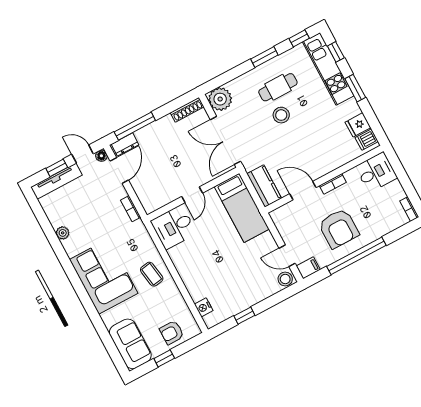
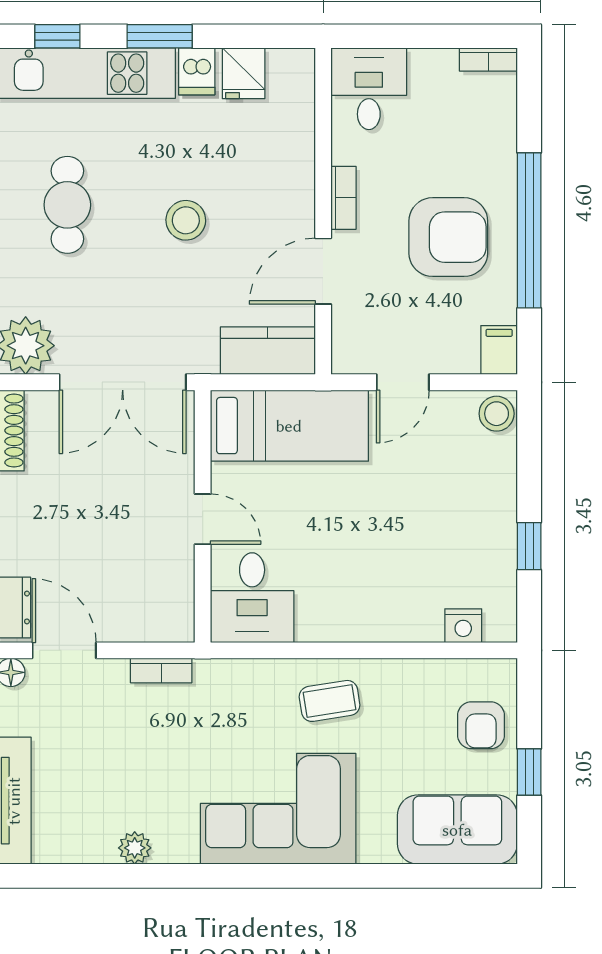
stool: (281, 115) -> (186, 220), moved
dishwasher: (367, 140) -> (197, 71), moved
door: (287, 256) -> (403, 382), moved

